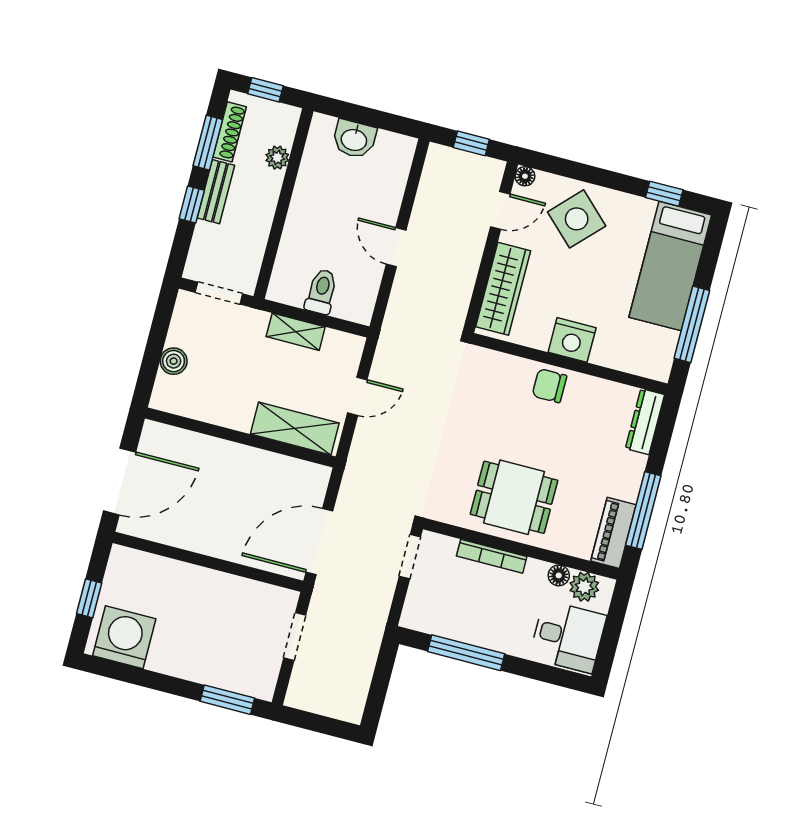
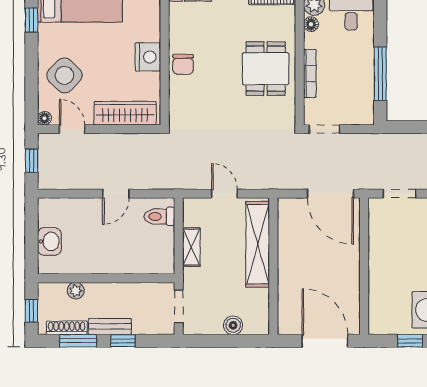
toilet: (321, 292) -> (159, 216), moved
shelving: (295, 429) -> (258, 244), width x1.47

